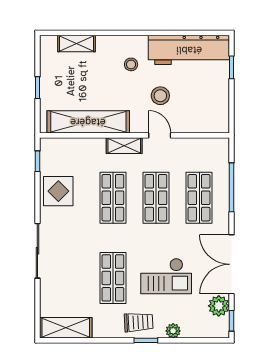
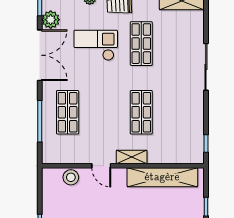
stool: (160, 96) -> (71, 177), moved
display table: (58, 191) -> (188, 118), removed
shop shelf: (156, 198) -> (104, 112), removed

